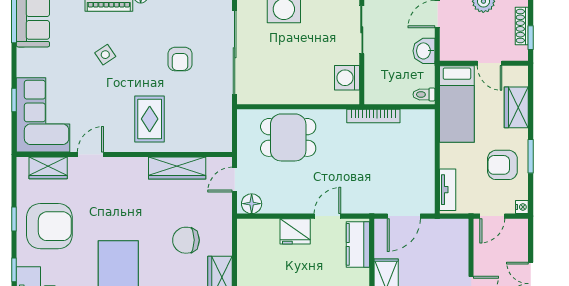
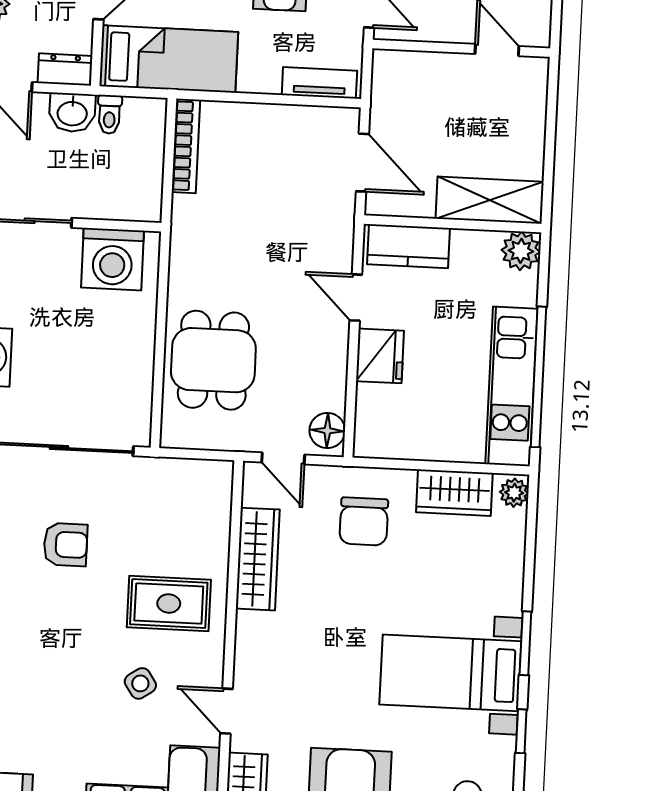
dresser: (448, 46) -> (65, 70), added
side table: (105, 55) -> (140, 683), moved
washing machine: (347, 78) -> (113, 259), width x1.37, depth x1.37
toilet: (424, 94) -> (109, 114), moved
bookcase: (373, 116) -> (186, 146), moved
chair: (186, 240) -> (364, 521), moved

